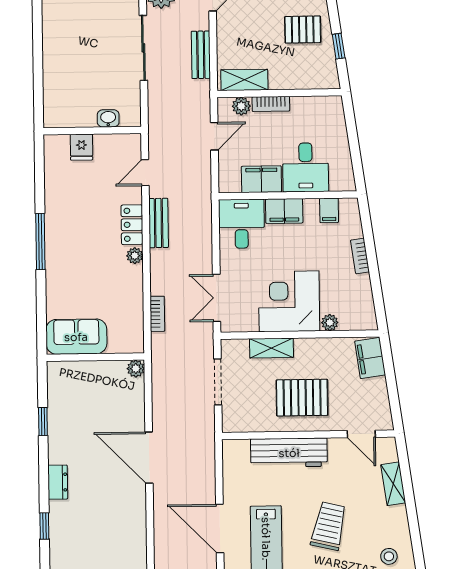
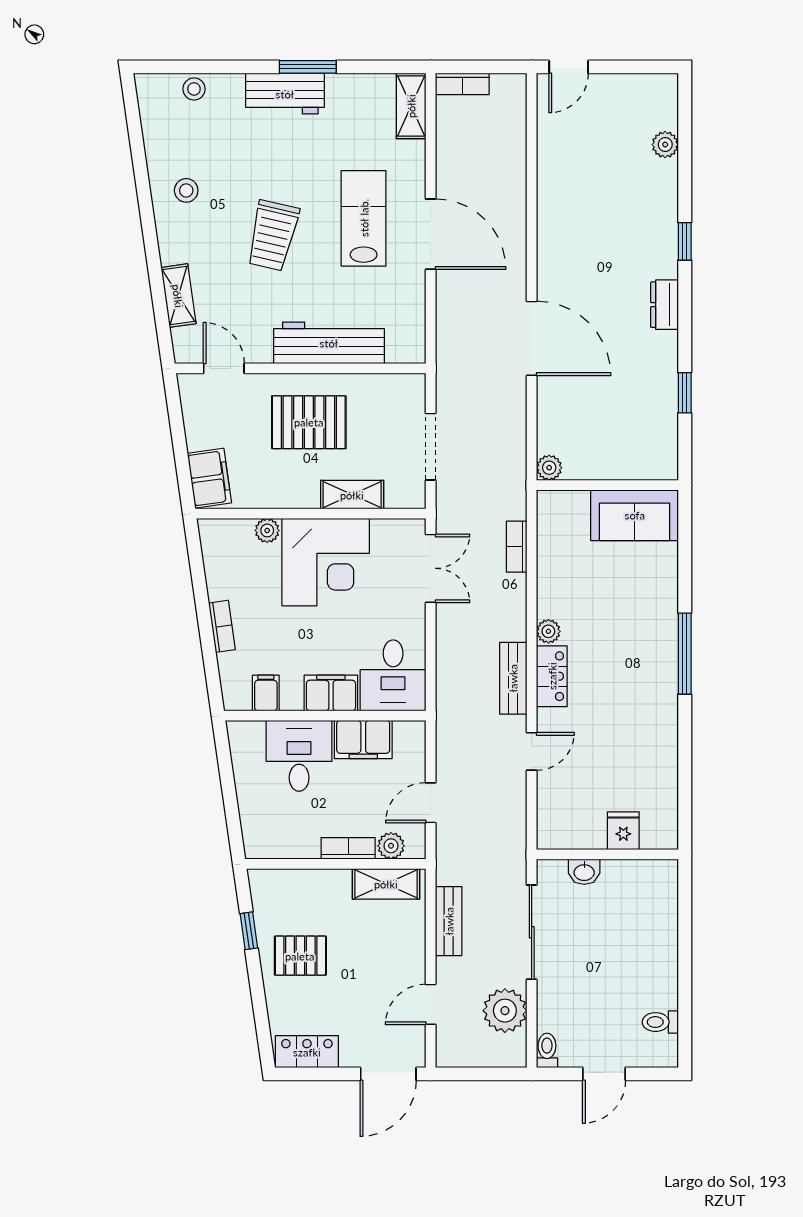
washbasin: (108, 118) -> (584, 872), moved
wall: (92, 131) -> (607, 854), moved
fridge: (81, 147) -> (623, 831), moved

